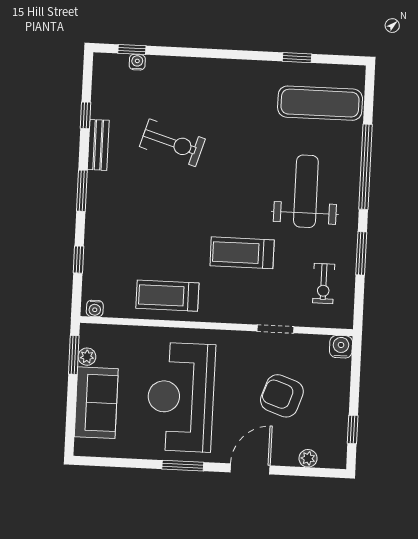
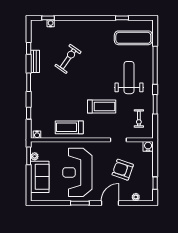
exercise bike: (172, 143) -> (68, 59), turned -72
treadmill: (242, 253) -> (102, 107), turned 180

